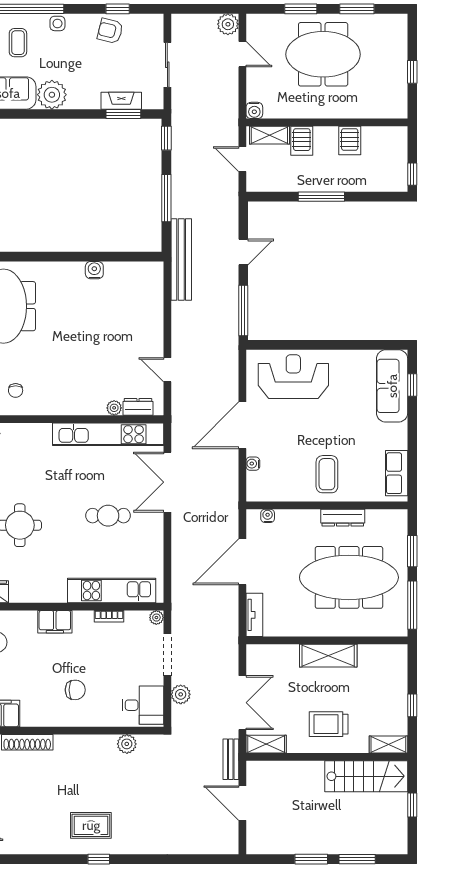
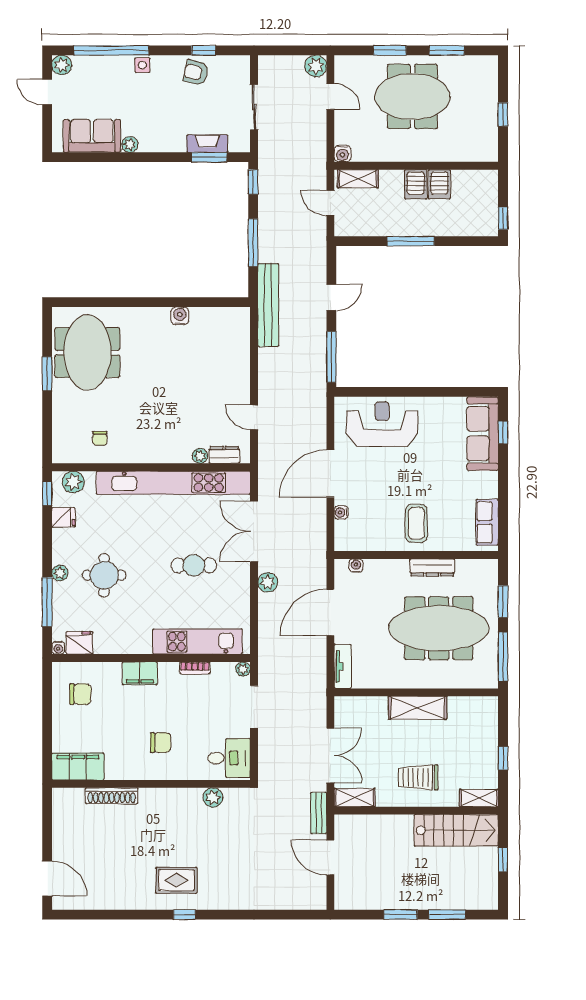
coffee table: (18, 43) -> (102, 85), removed
plant: (52, 95) -> (130, 145), width x0.53, depth x0.53
server rack: (302, 141) -> (416, 184), moved
kitchen unit: (108, 434) -> (173, 483), width x1.36
plant: (181, 694) -> (268, 582), moved

